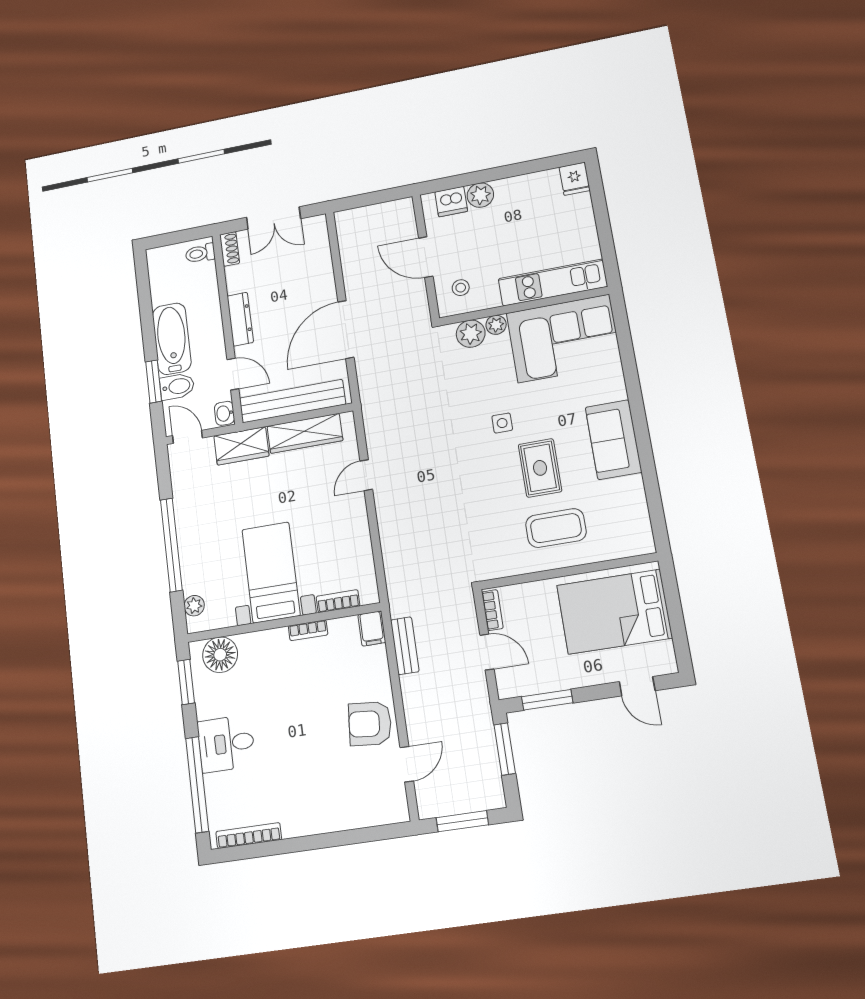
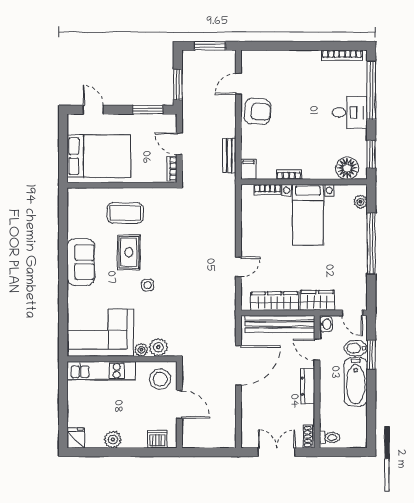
plant: (480, 195) -> (113, 440), moved
stool: (461, 288) -> (160, 379), width x1.89, depth x1.89

